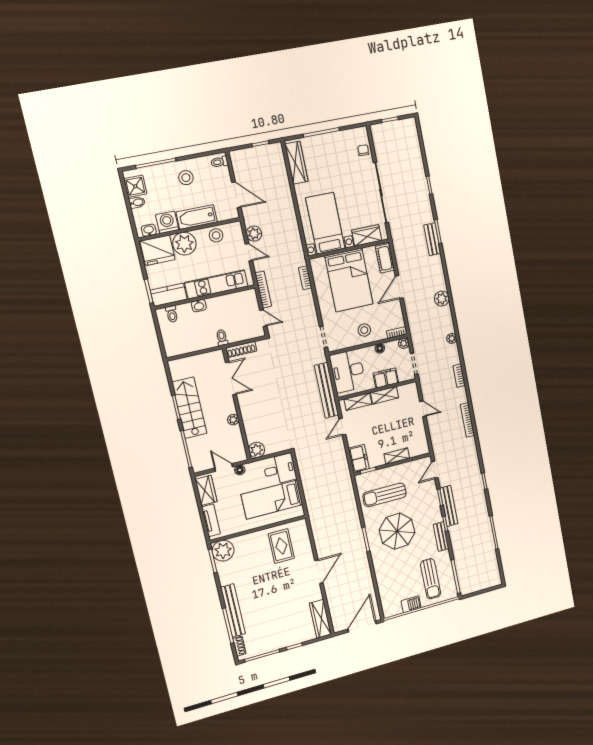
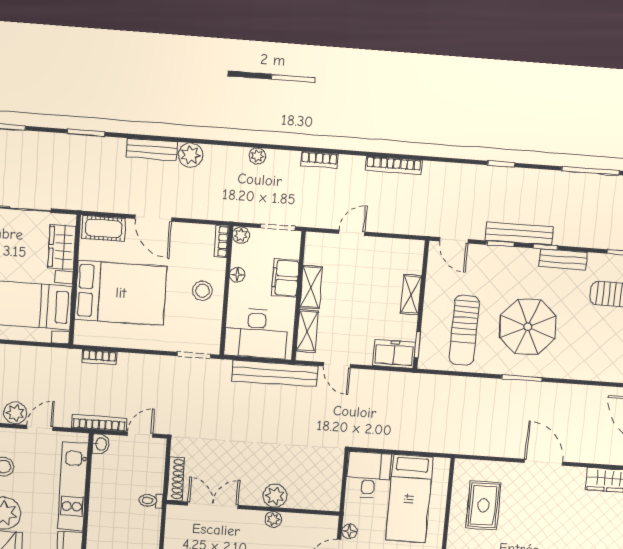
bench: (432, 239) -> (152, 150), moved
washbasin: (199, 306) -> (101, 444), moved
plant: (257, 450) -> (275, 496), moved
rug: (281, 546) -> (483, 505), turned 90

